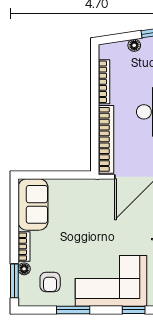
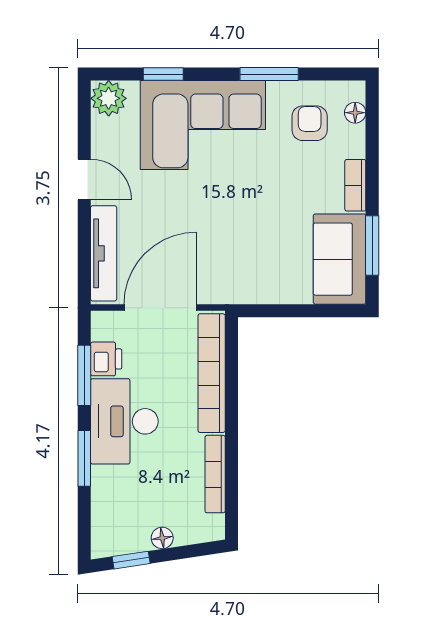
floor lamp: (24, 269) -> (355, 113), moved
window: (14, 281) -> (372, 246), moved

